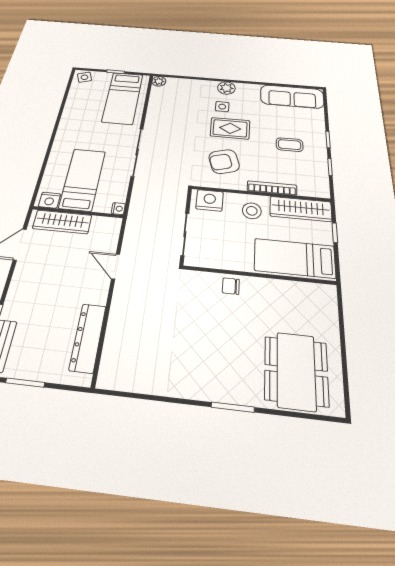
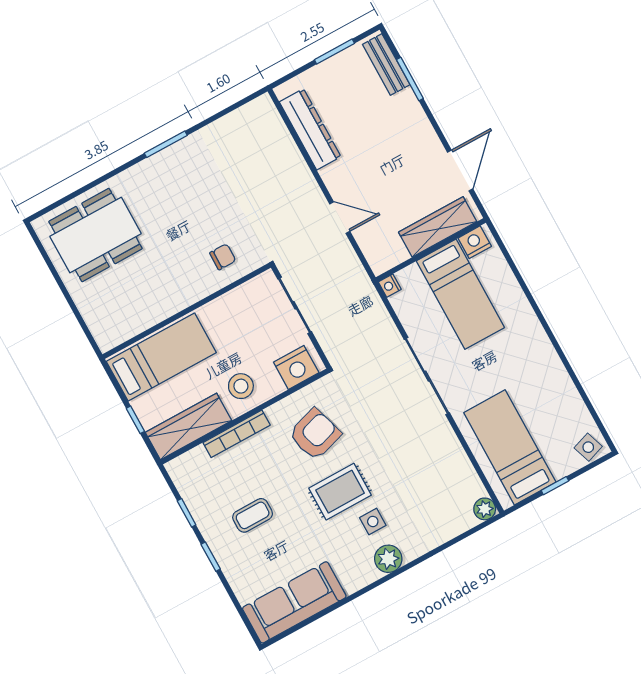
chair: (231, 286) -> (223, 257), moved
dining table: (296, 371) -> (96, 235), turned 90
window: (233, 407) -> (166, 144), moved

